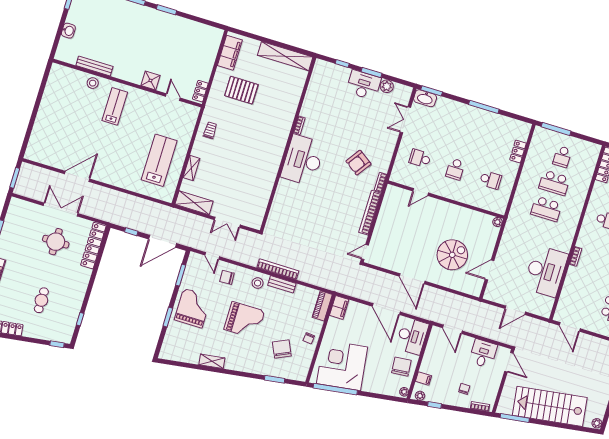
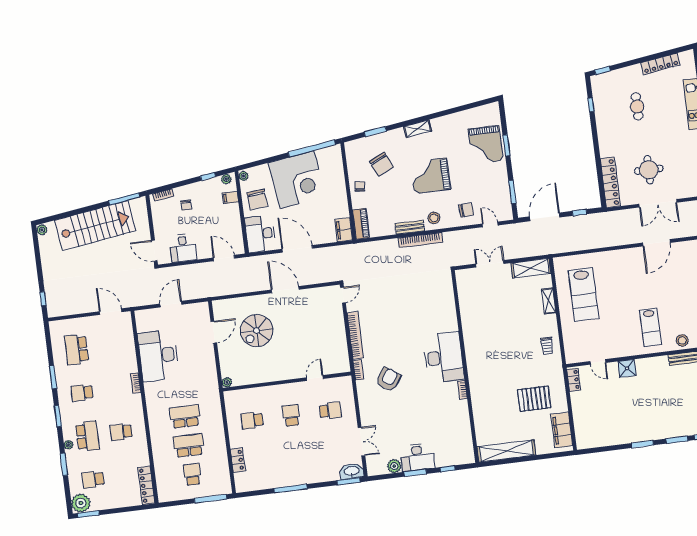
grand piano: (193, 308) -> (486, 145), moved
shelving: (212, 361) -> (418, 129), moved
corner desk: (342, 365) -> (297, 180), moved

